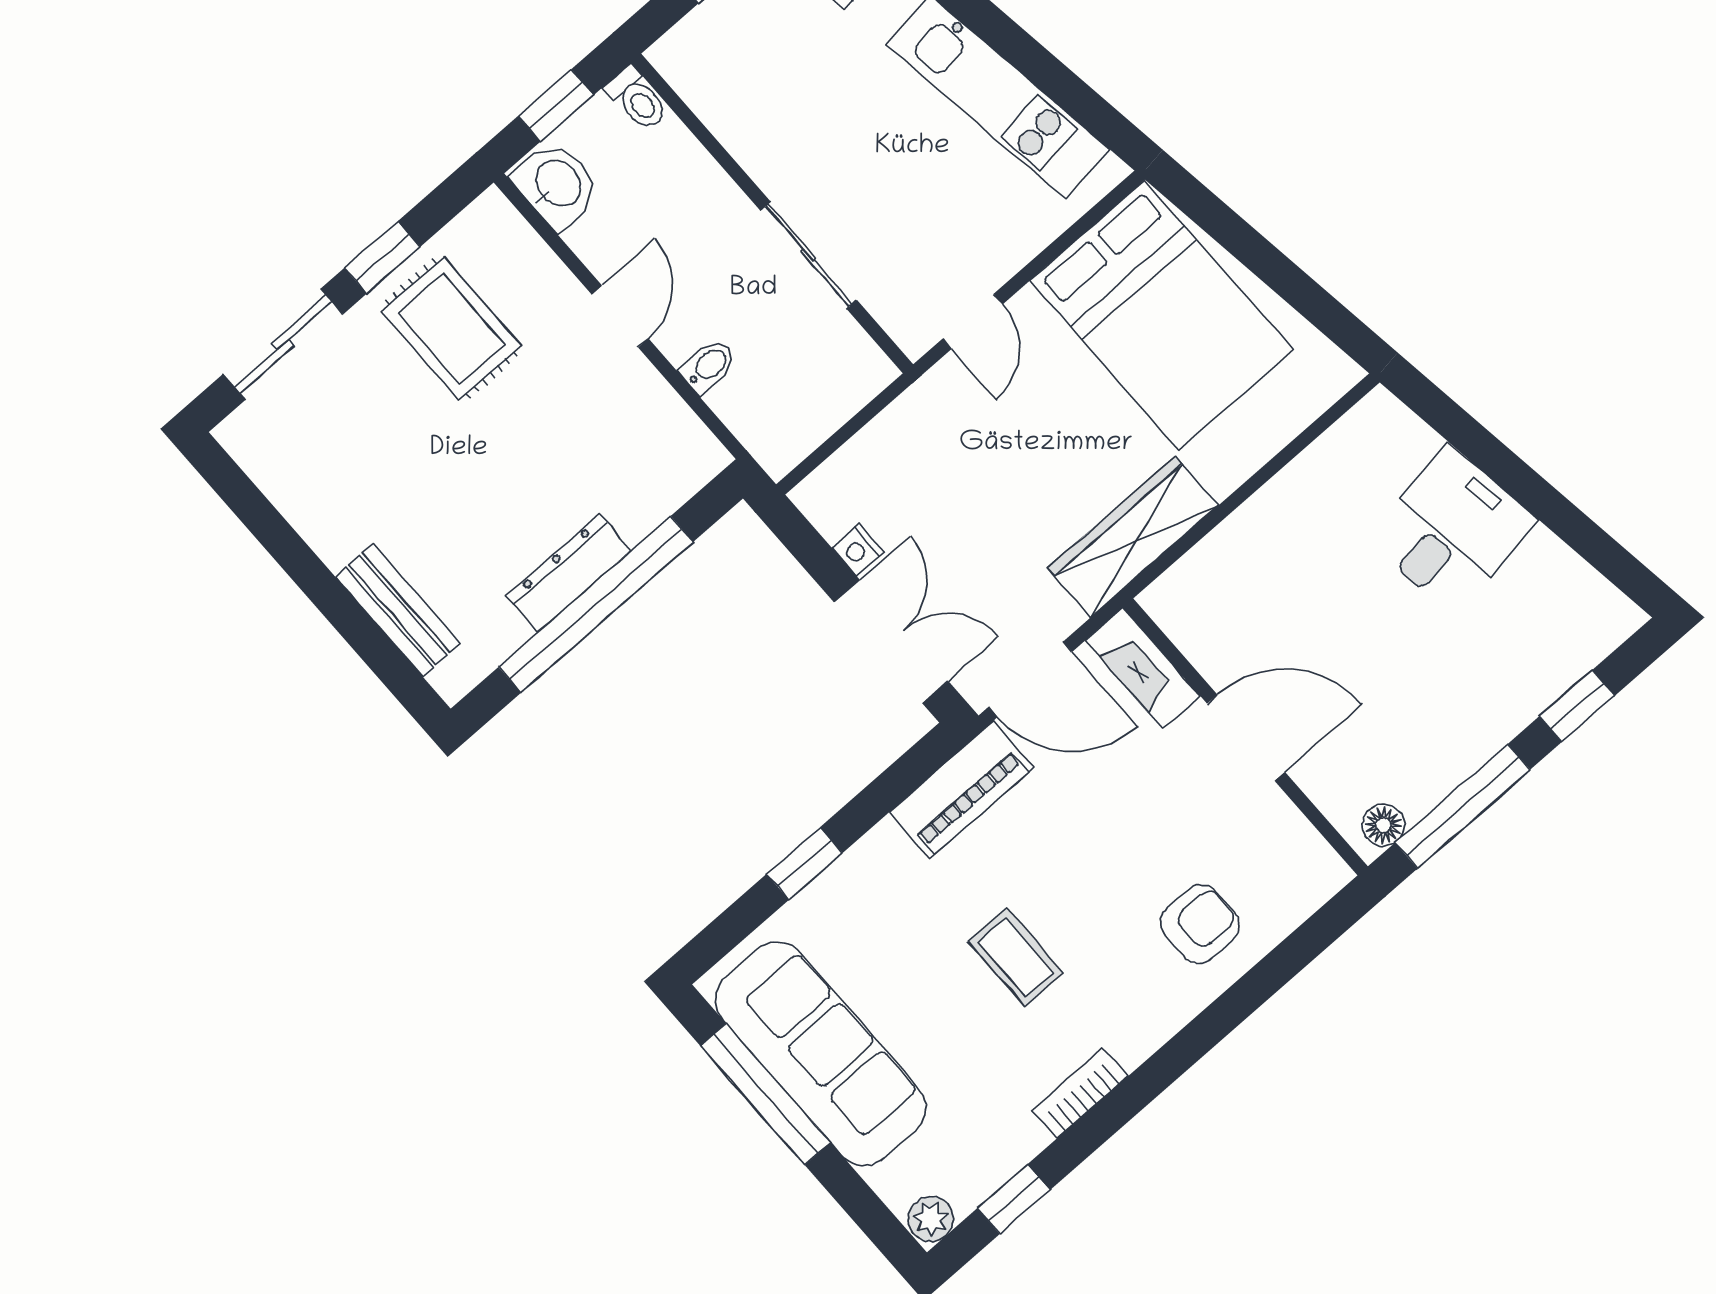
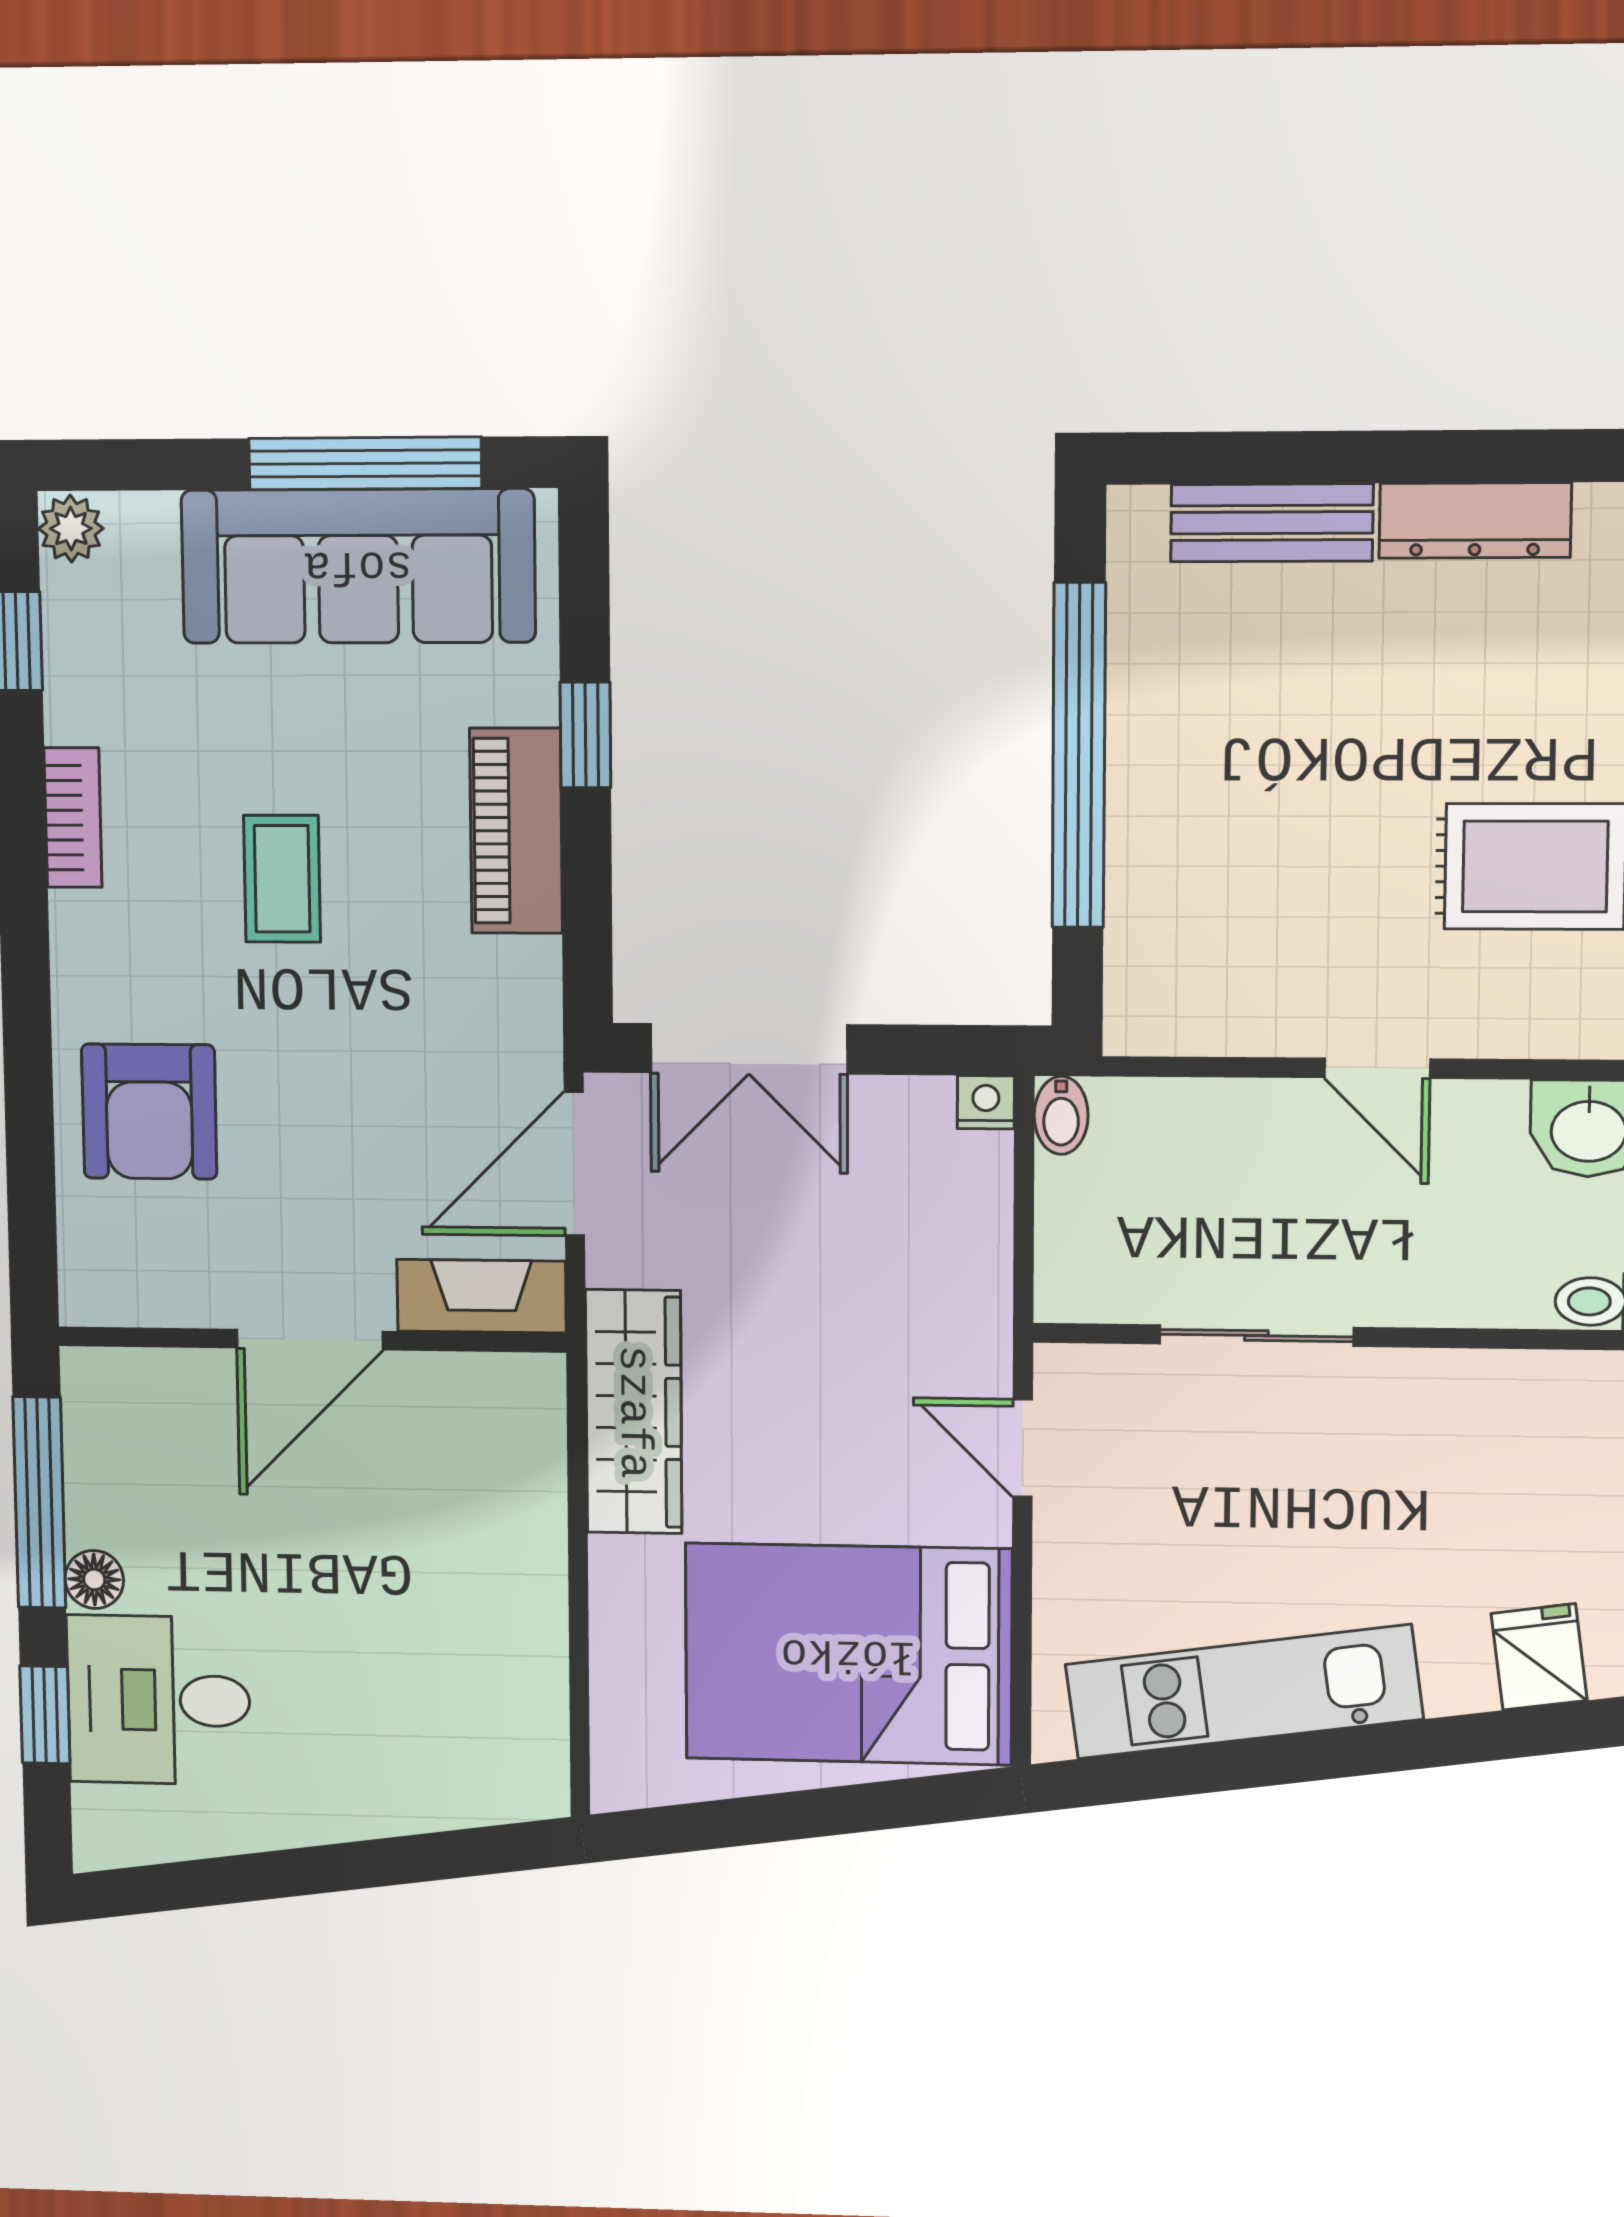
bidet: (708, 366) -> (1061, 1115), moved
desk: (1452, 530) -> (159, 1700), moved, turned 98
nightstand: (858, 550) -> (986, 1102), moved
dresser: (569, 573) -> (1475, 520), moved, turned 90
piano: (962, 790) -> (516, 831), moved
floor lamp: (1383, 825) -> (94, 1579), moved
armchair: (1200, 924) -> (149, 1112), width x1.38, depth x1.38
coffee table: (1016, 957) -> (282, 879), turned 90

